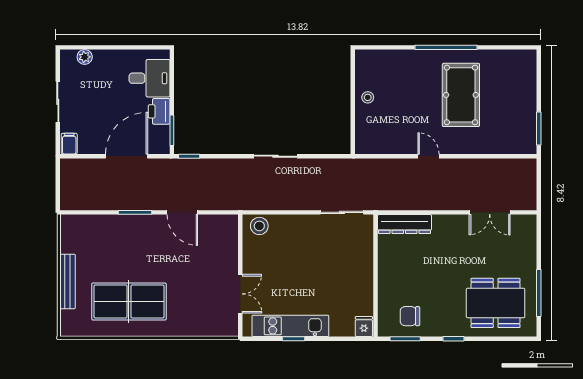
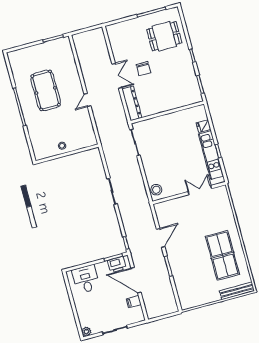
plant: (85, 57) -> (86, 332), moved
pool table: (461, 95) -> (46, 90), turned 90
printer: (159, 111) -> (117, 265), moved
filing cabinet: (69, 144) -> (134, 302), moved
double door: (490, 212) -> (117, 76), moved
bench: (68, 281) -> (237, 291), moved
dining table: (496, 303) -> (164, 36), width x0.73
chair: (410, 316) -> (144, 69), moved
fridge: (364, 327) -> (204, 126), moved

